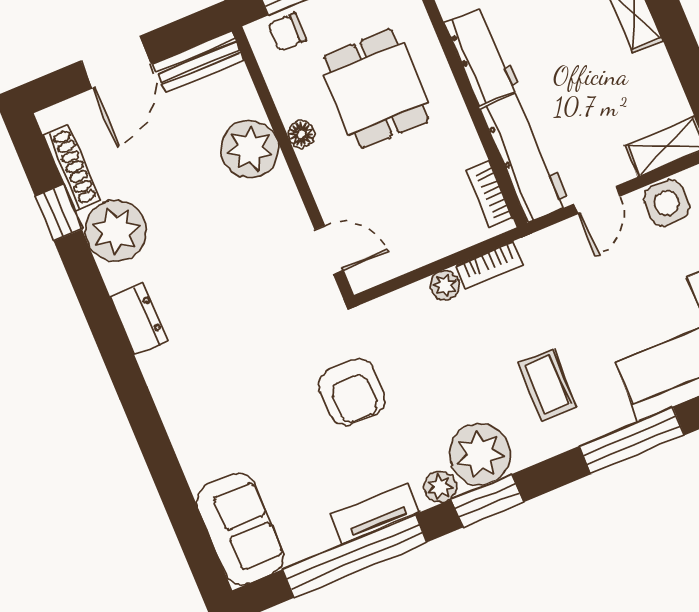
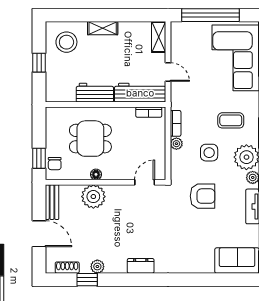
shoe rack: (72, 168) -> (67, 268), width x0.70
side table: (667, 203) -> (209, 153), moved
plant: (116, 231) -> (97, 267), width x0.53, depth x0.53

